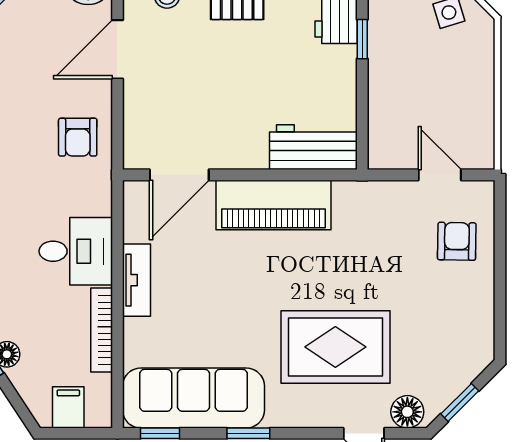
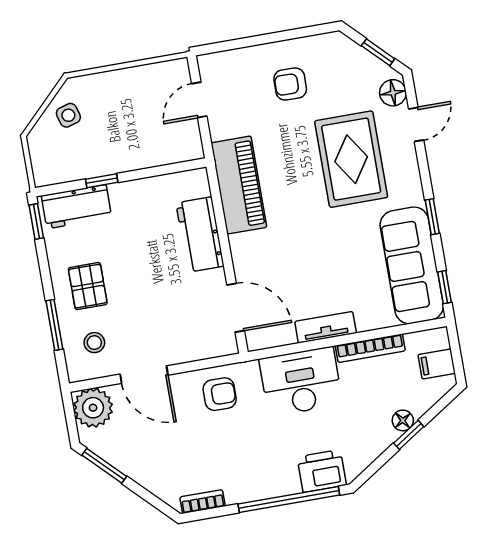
workbench: (313, 147) -> (200, 235), moved
piano: (273, 205) -> (239, 185), moved
armchair: (457, 241) -> (290, 84), moved
desk: (76, 251) -> (301, 382), width x1.37

